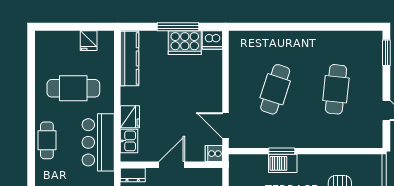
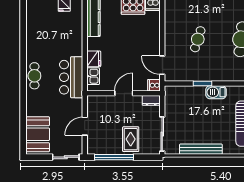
cafe table: (73, 88) -> (53, 39), removed
cafe table: (275, 89) -> (198, 39), width x0.73, depth x0.74
barbecue: (283, 163) -> (216, 92), moved
dresser: (133, 175) -> (151, 100), moved

